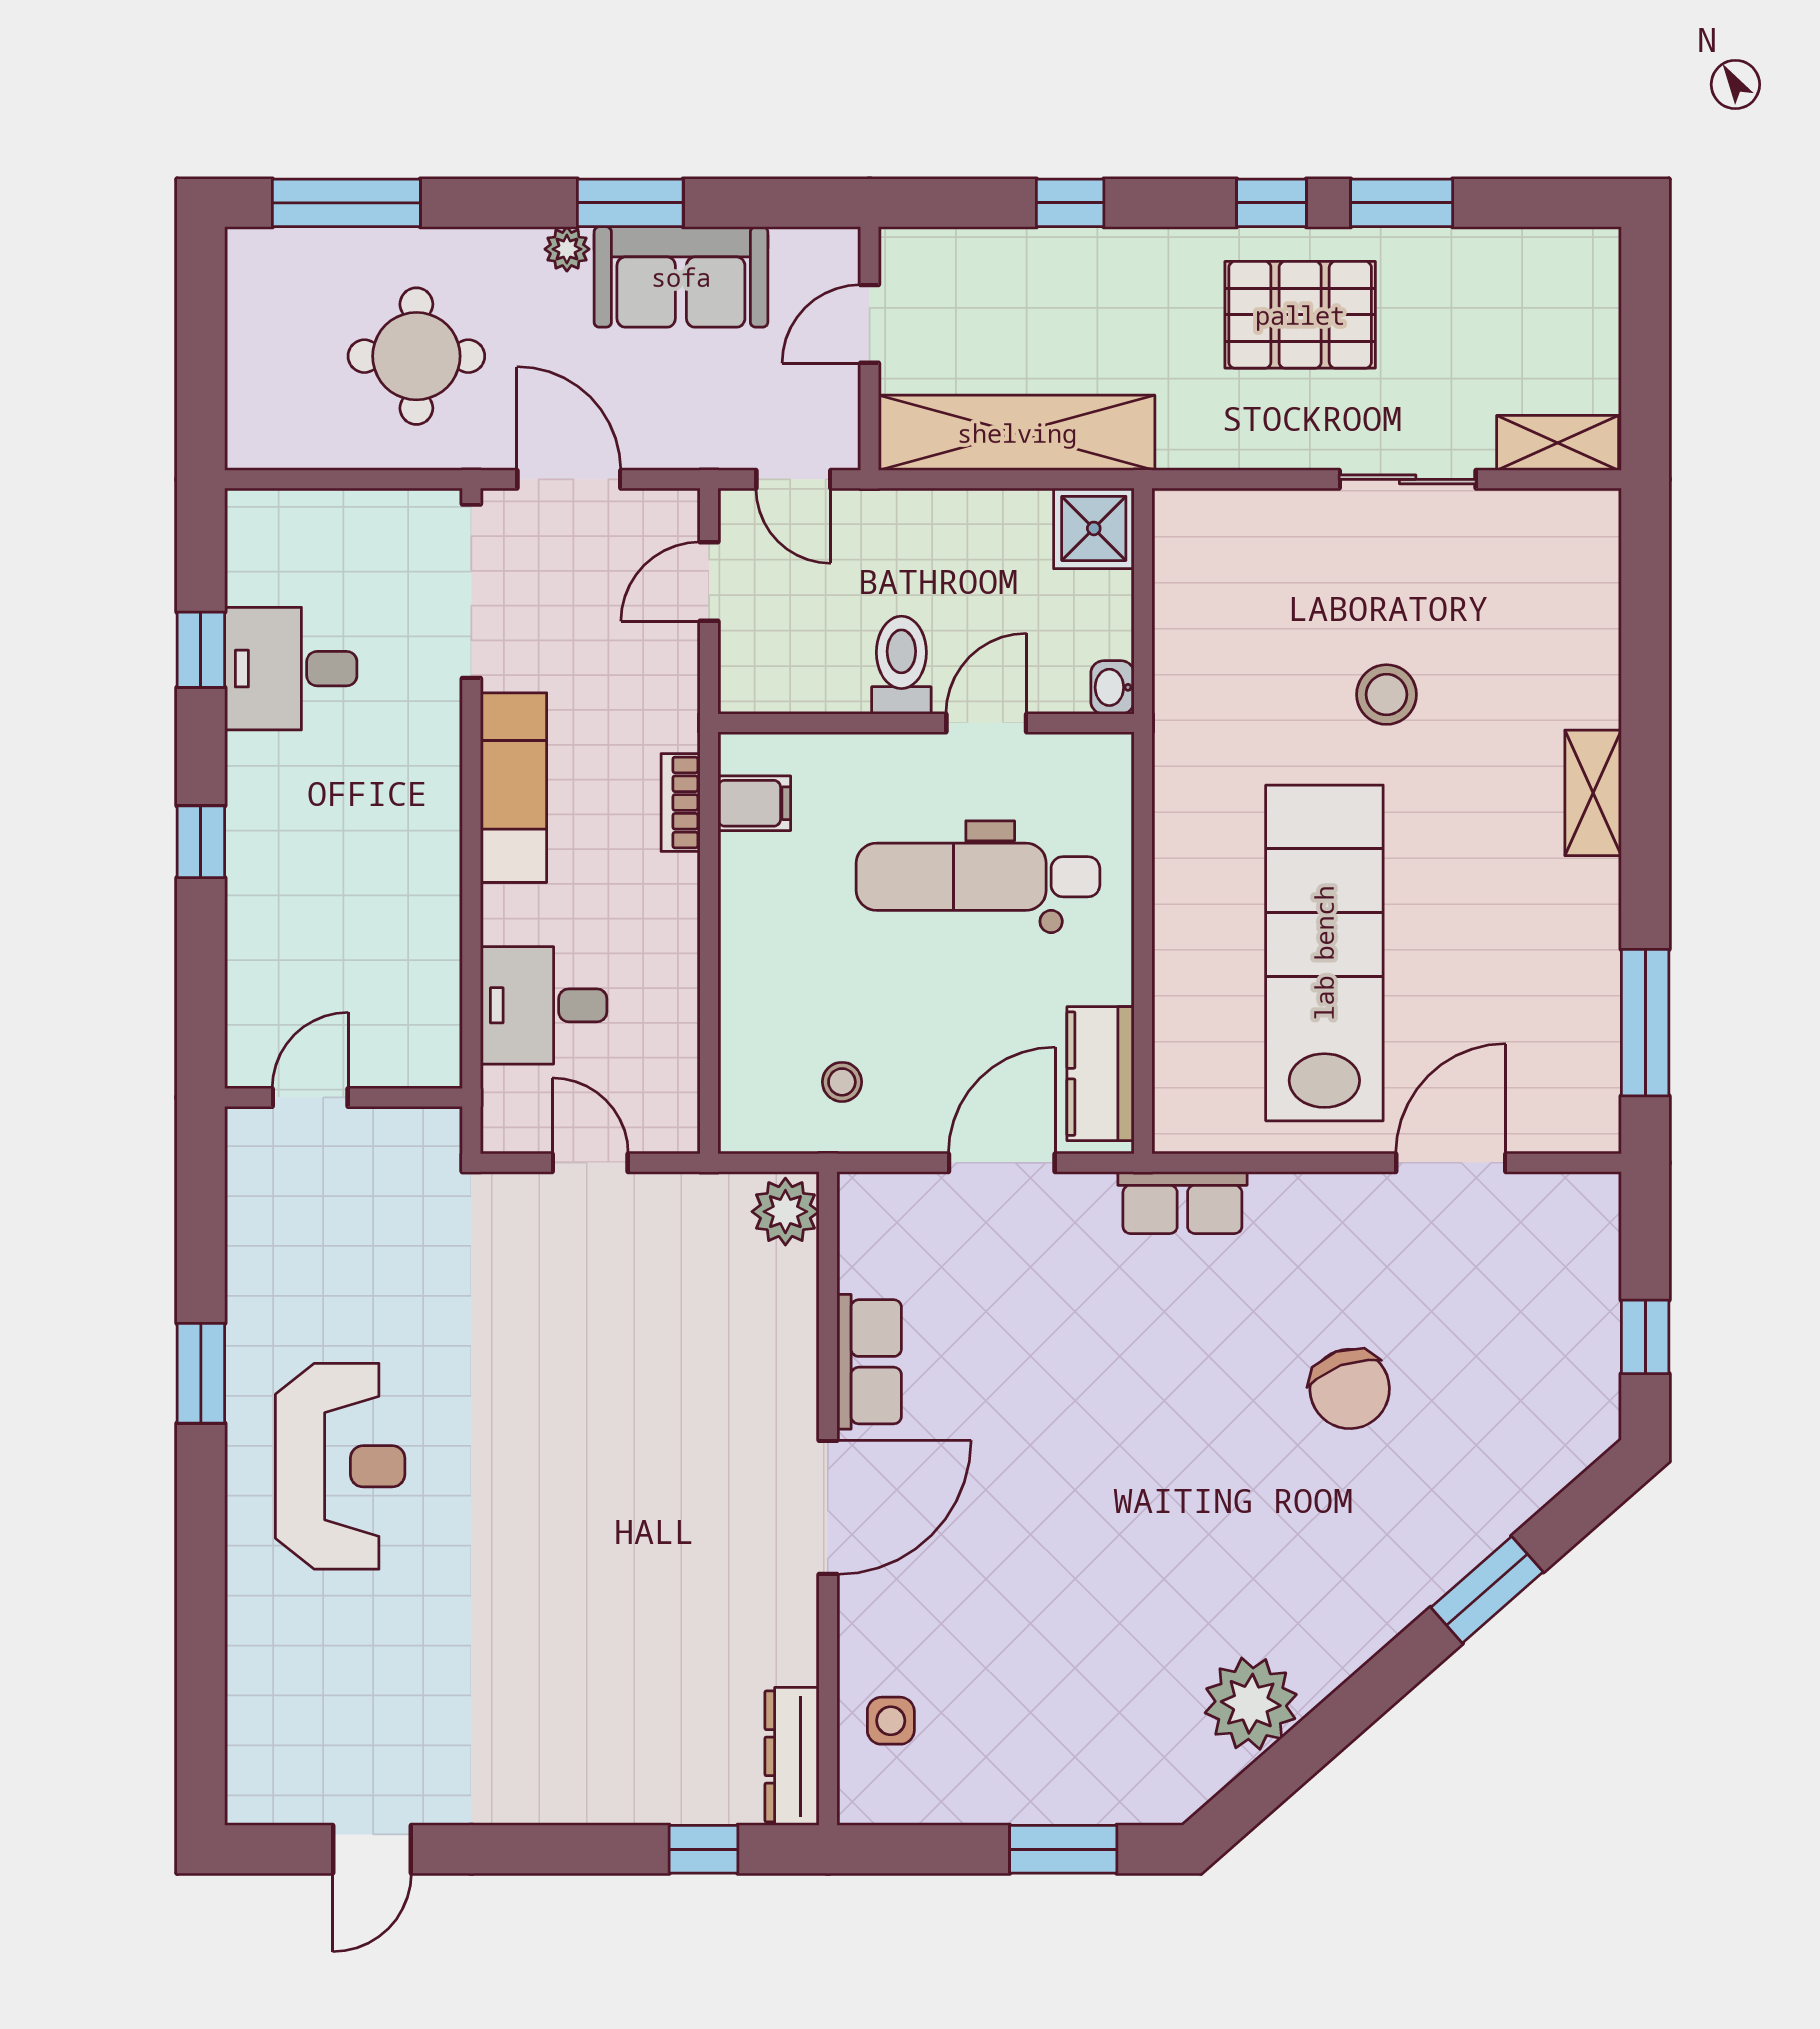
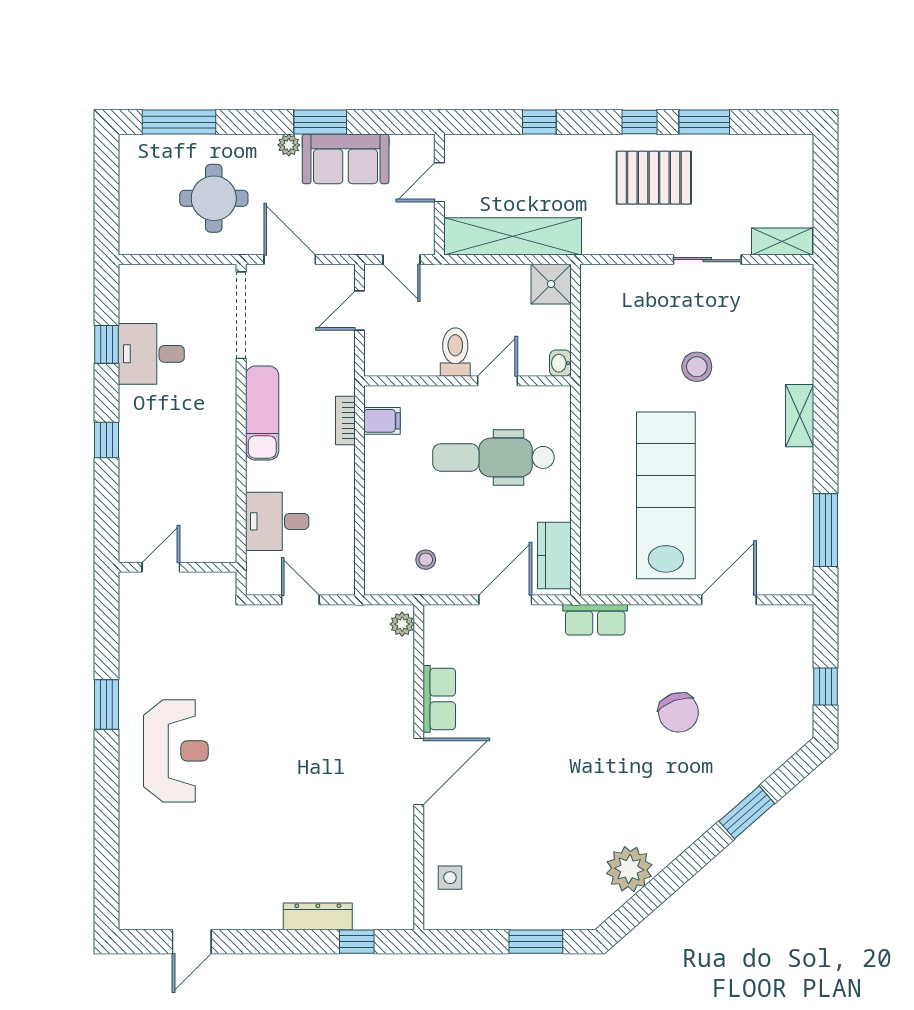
plant: (785, 1212) -> (402, 624), width x0.73, depth x0.73
dresser: (792, 1756) -> (318, 916), moved, turned 90

